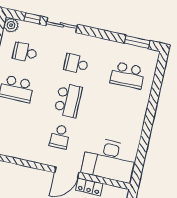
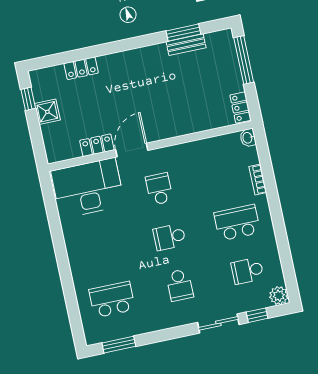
school desk: (25, 52) -> (247, 271), turned 180
school desk: (76, 64) -> (180, 285), turned 90
school desk: (68, 100) -> (169, 237), width x0.54

